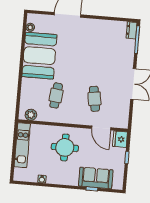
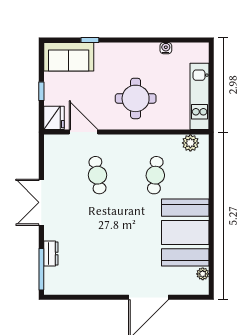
dresser: (131, 30) -> (51, 253), moved
sofa: (96, 178) -> (69, 57), moved

